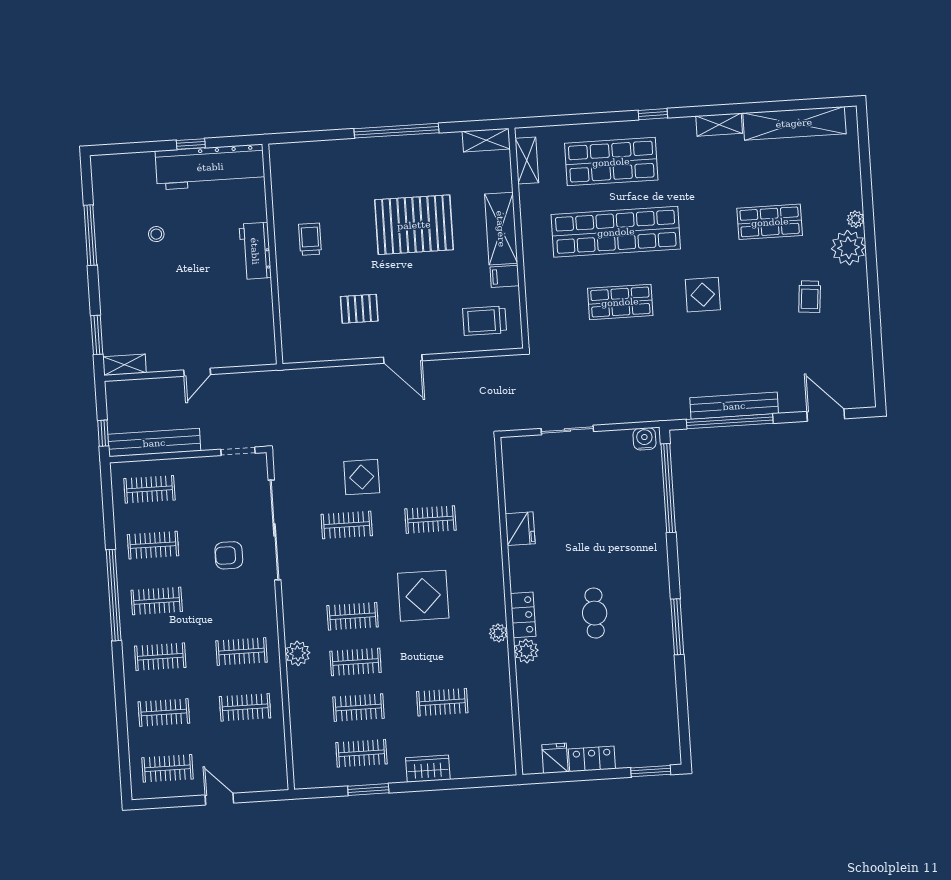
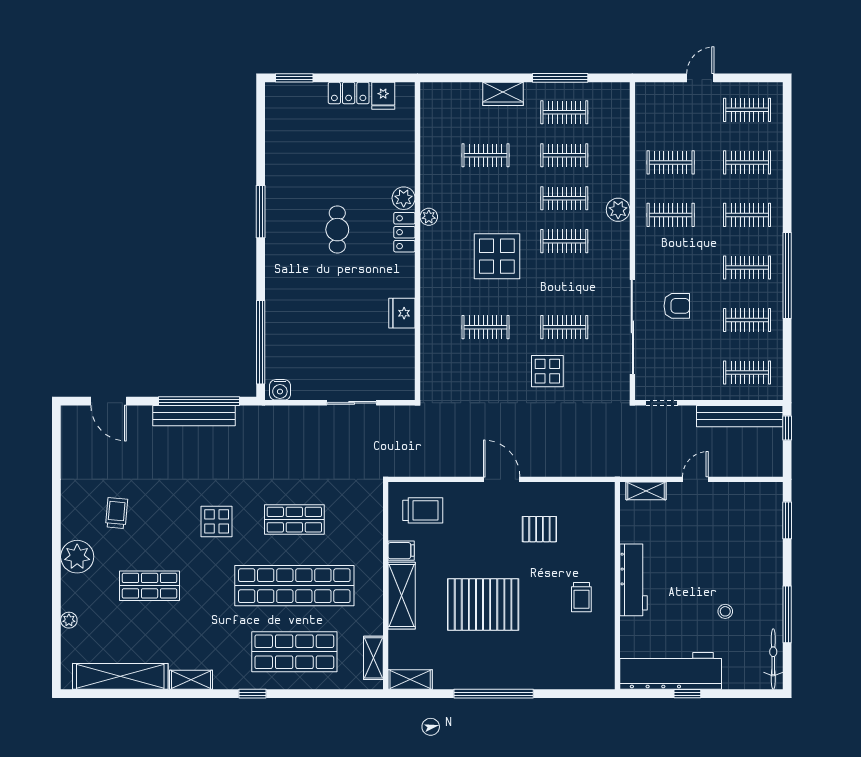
bicycle: (102, 187) -> (773, 659), added
plant: (855, 219) -> (69, 620), moved
workbench: (255, 251) -> (633, 580), width x1.38
shelving: (124, 365) -> (646, 491), moved
window: (368, 789) -> (560, 78), width x1.44
door: (219, 799) -> (700, 78), swing flipped

